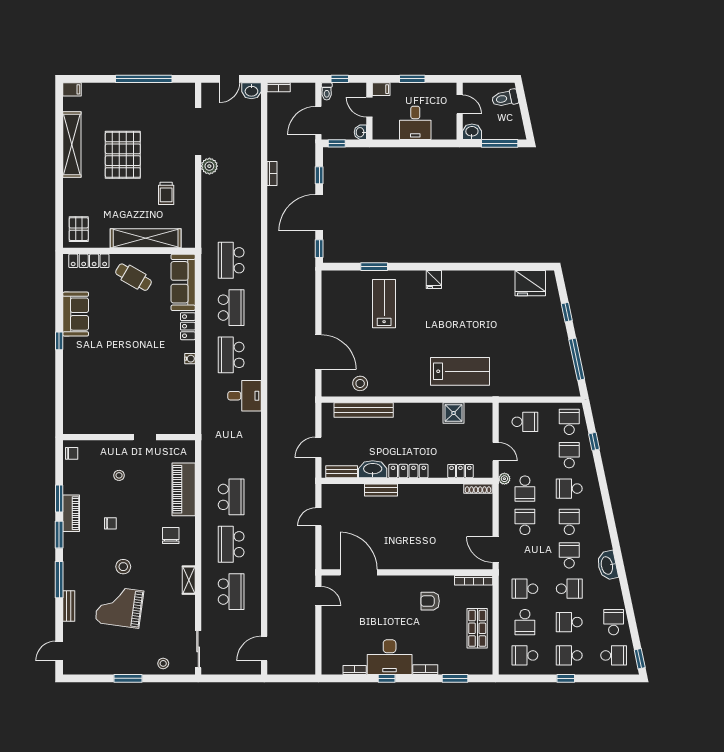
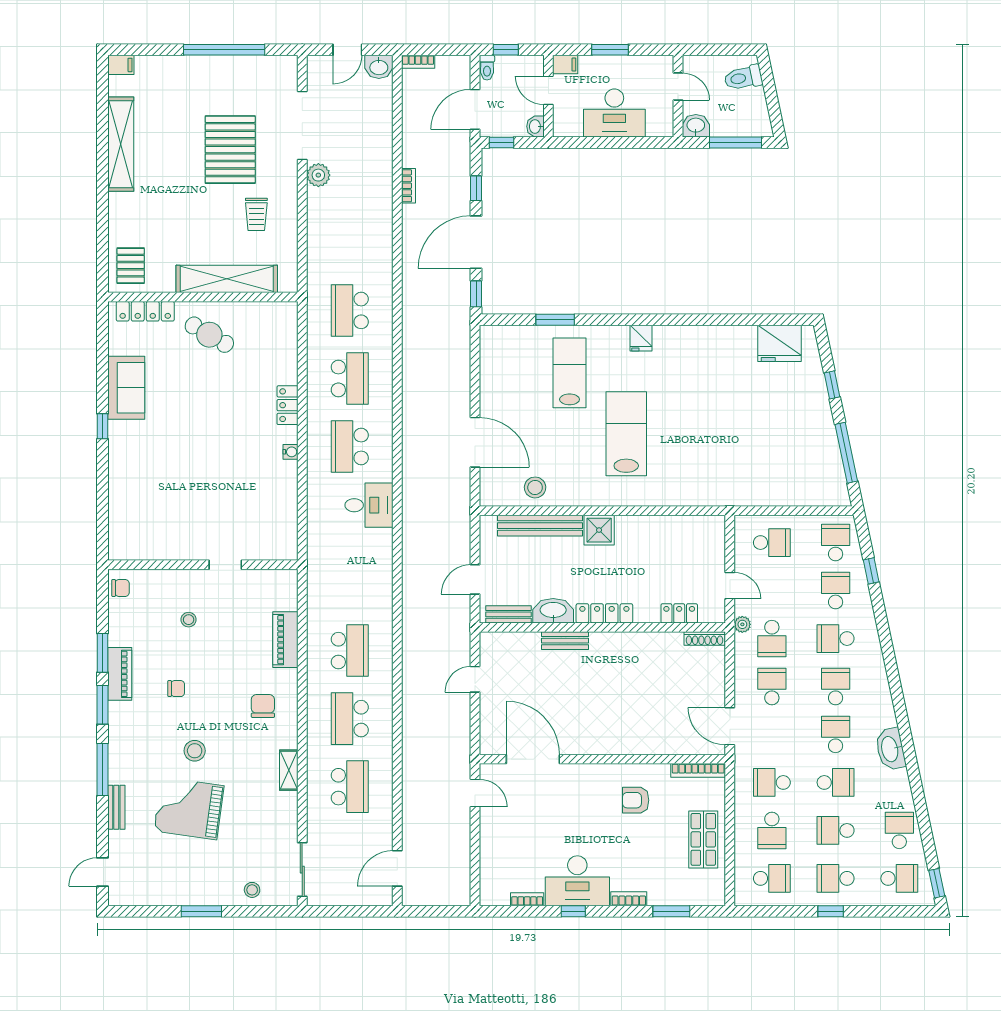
desk: (415, 123) -> (614, 113), width x1.37
pallet: (123, 155) -> (230, 150), moved
sofa: (183, 282) -> (281, 342), removed
lab bench: (460, 371) -> (626, 434), moved, turned -90
shower: (454, 413) -> (599, 530), moved
piano: (184, 489) -> (285, 640), width x0.73, depth x0.75
school desk: (525, 655) -> (772, 878), turned 180

